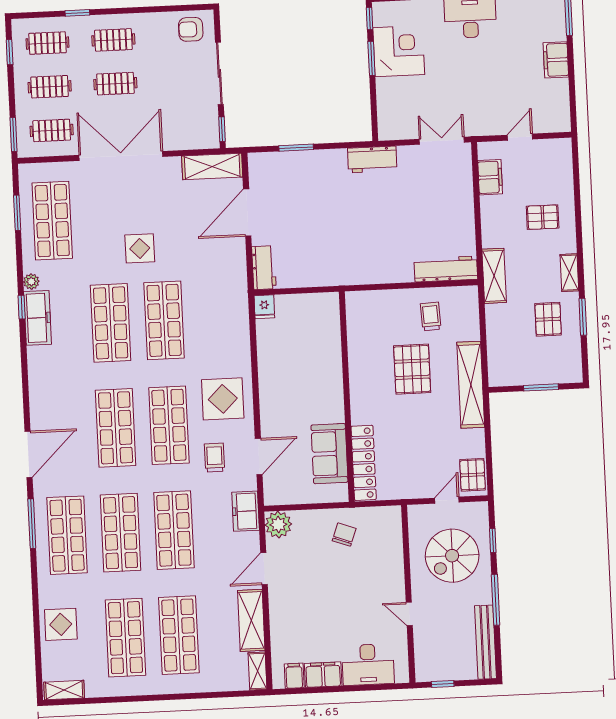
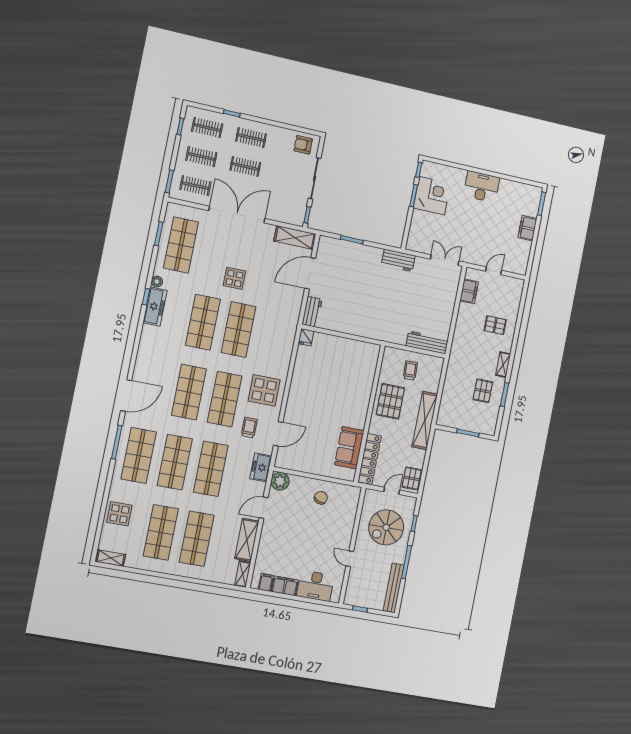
shelving: (494, 276) -> (456, 355), removed
wall: (347, 397) -> (369, 414), moved
sofa: (329, 454) -> (349, 448), moved
locker: (364, 463) -> (370, 459), moved

